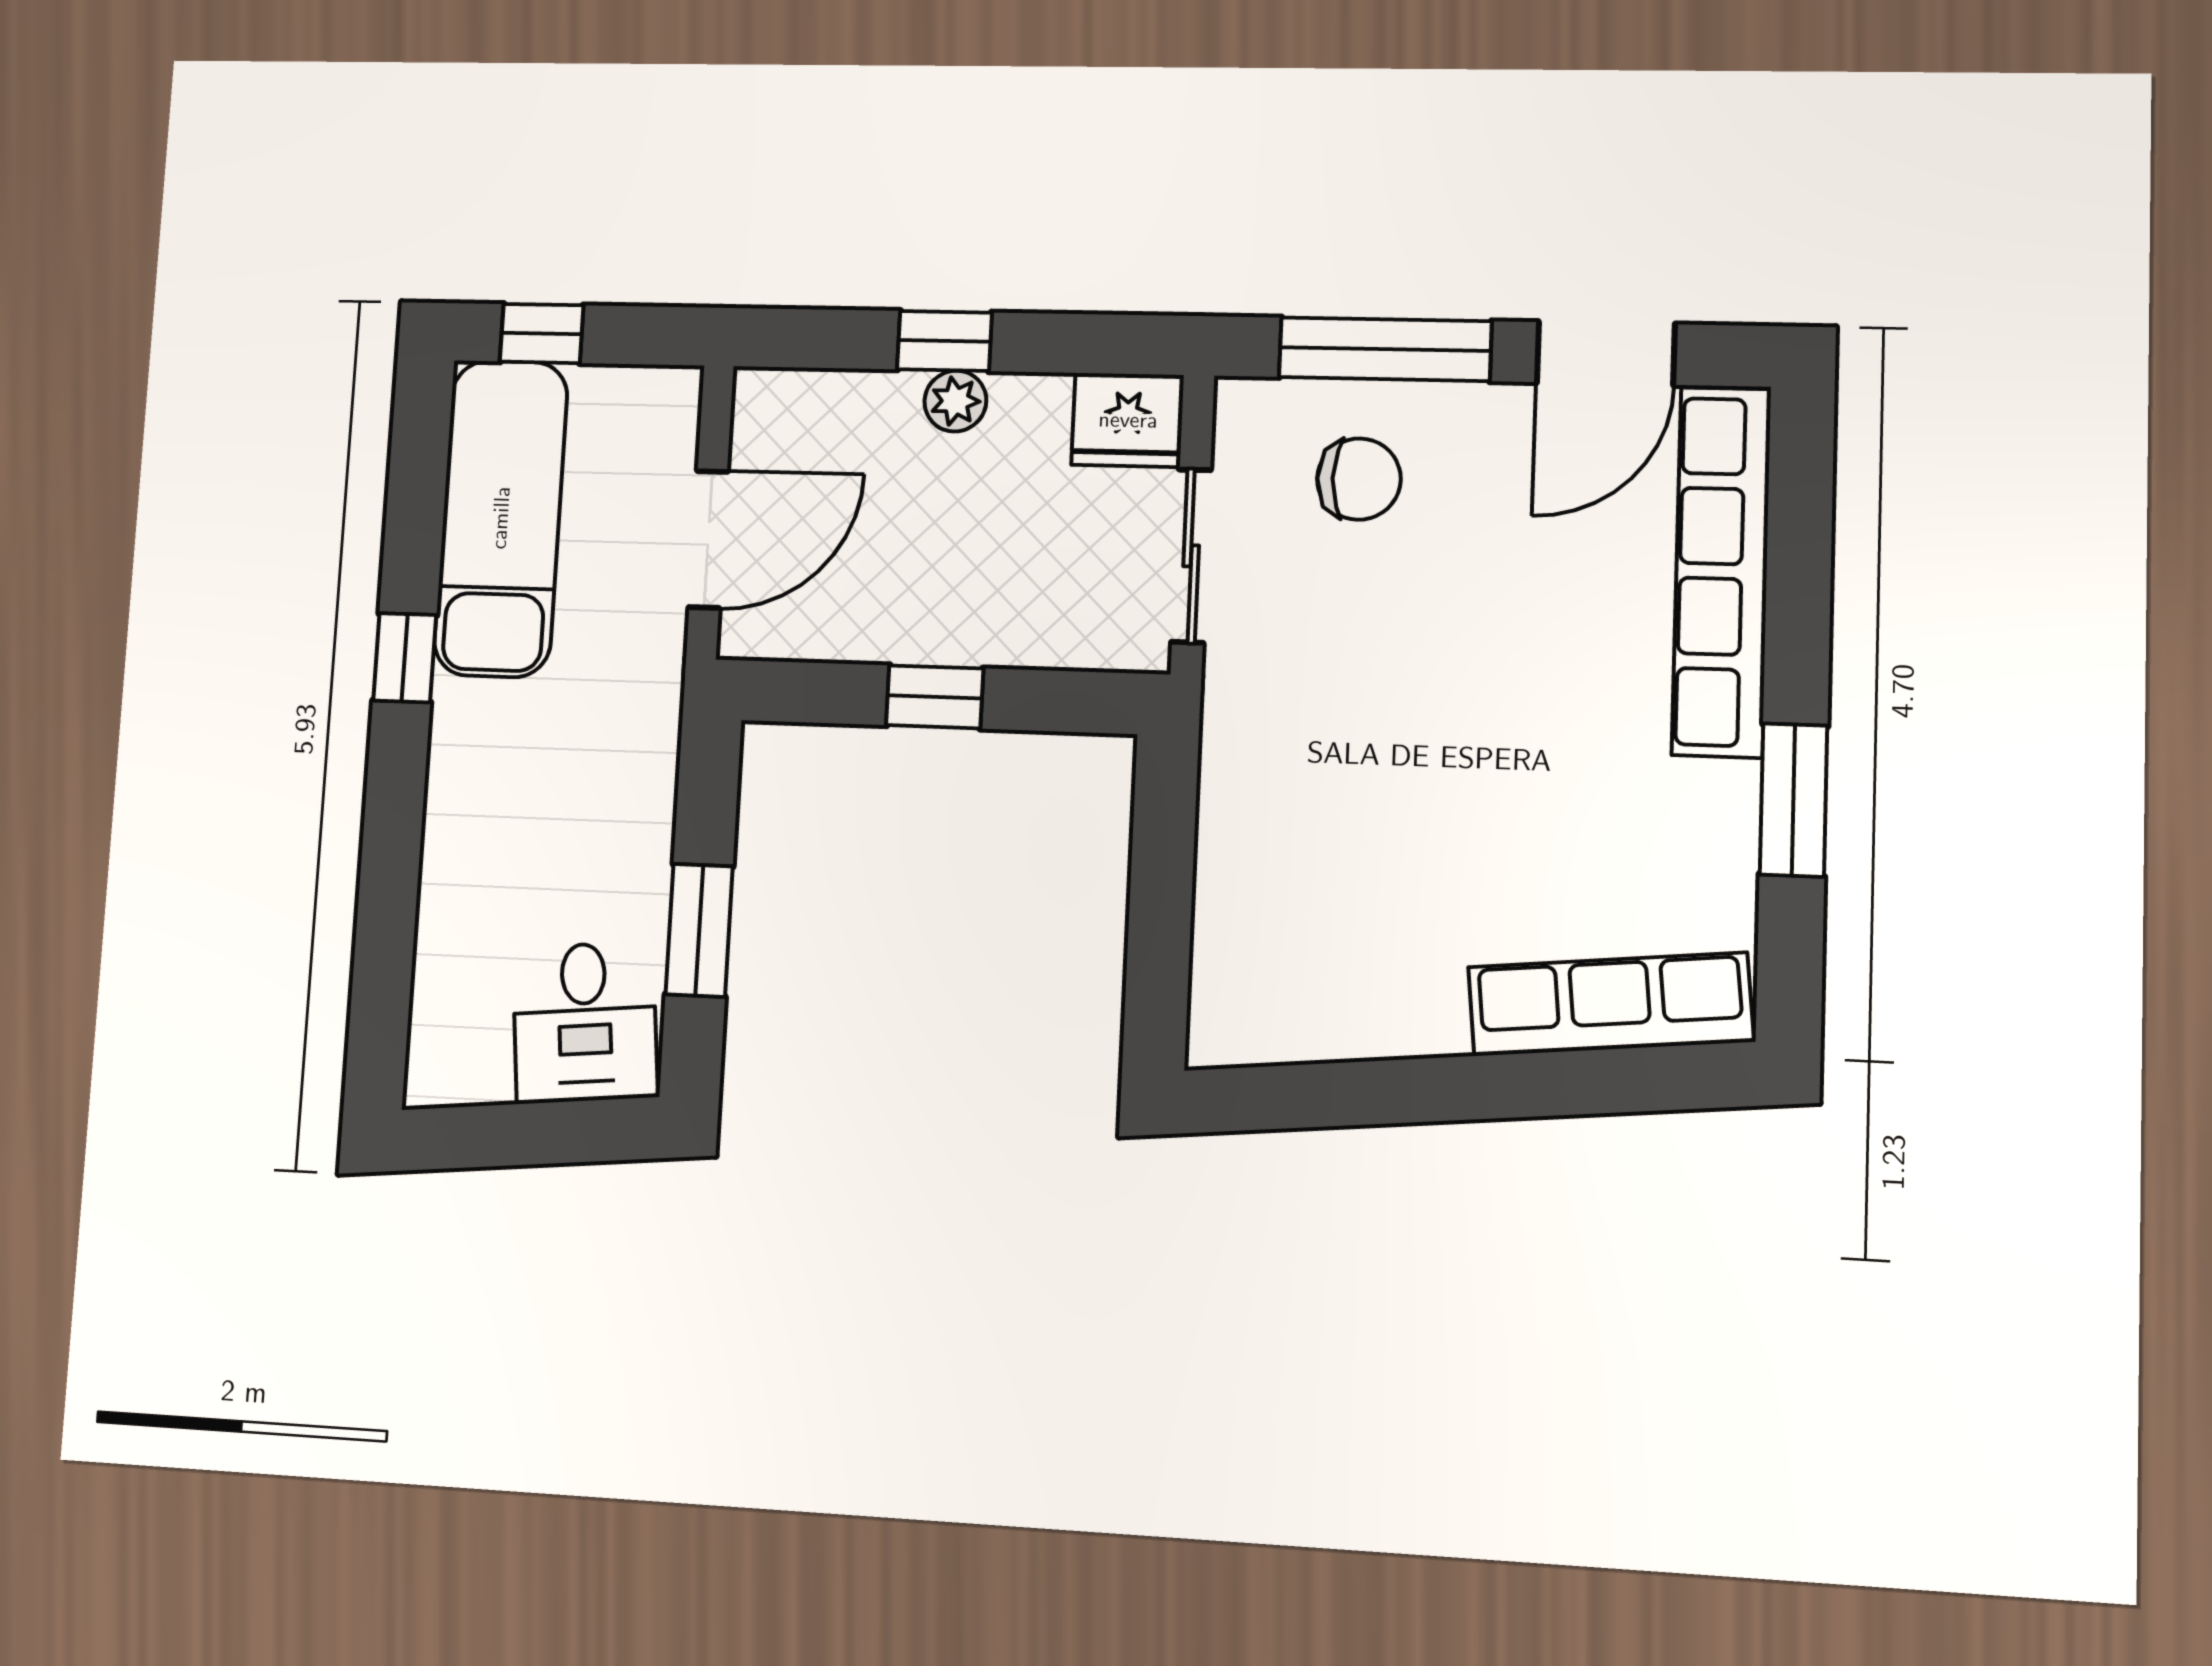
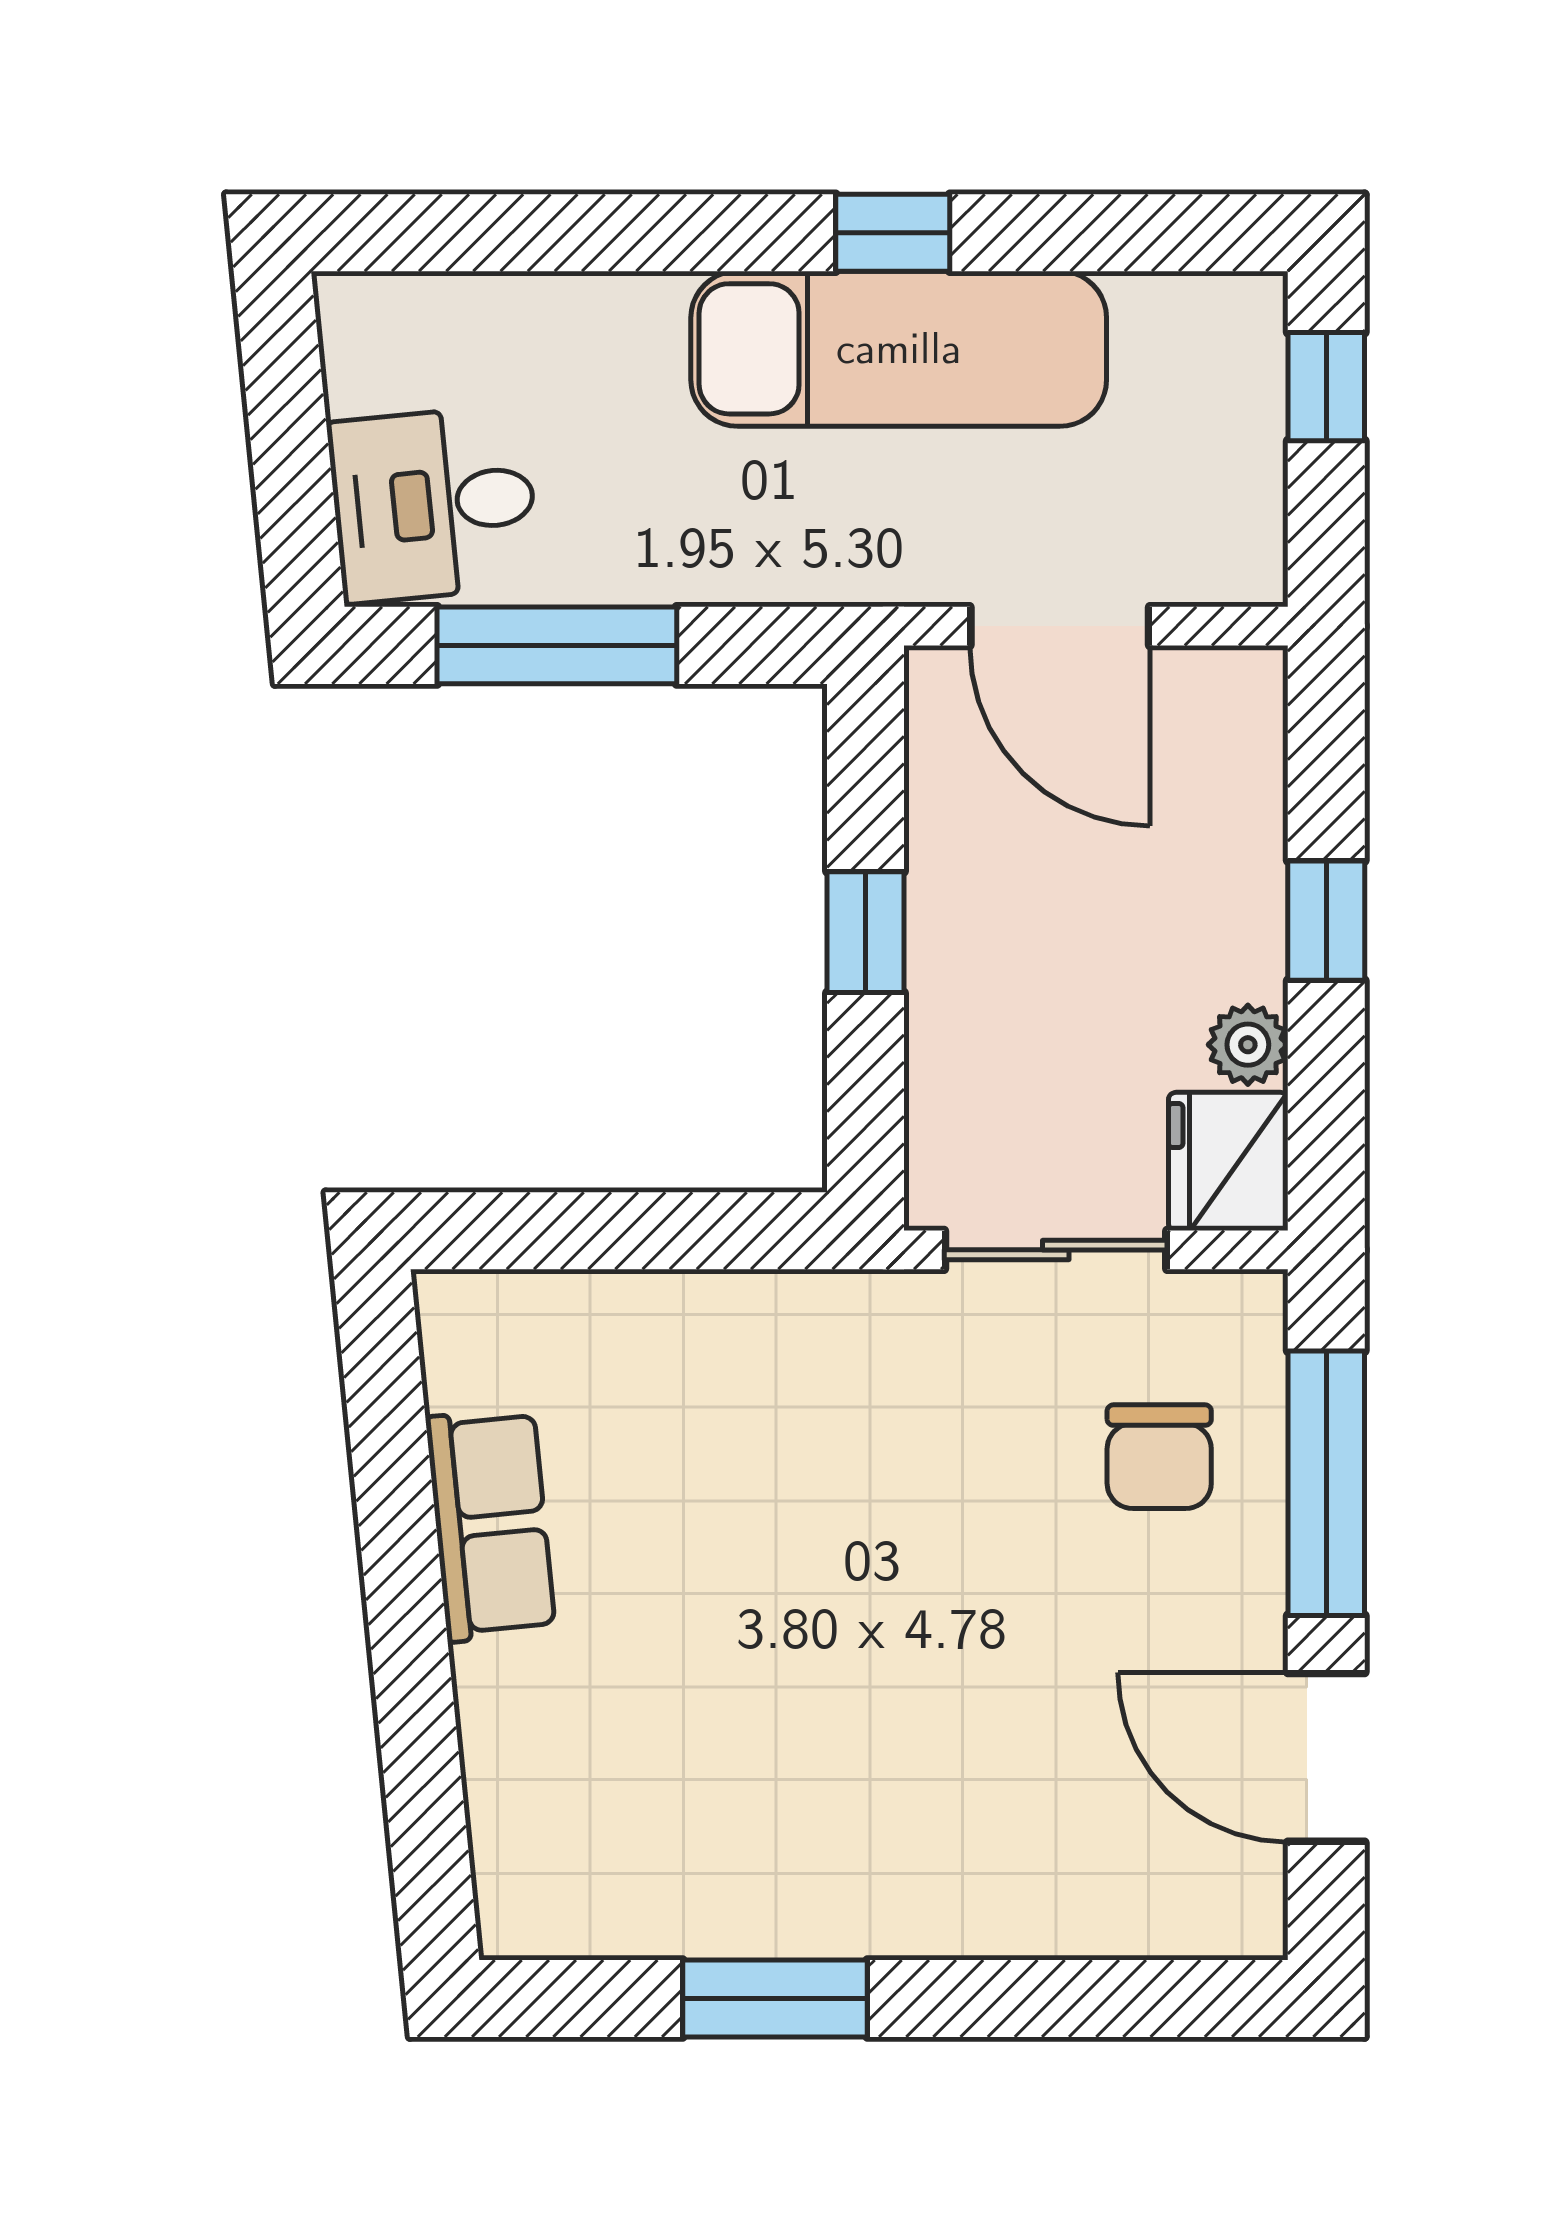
plant: (955, 401) -> (1248, 1045), moved
exam couch: (501, 518) -> (899, 349), moved
row of seats: (1721, 571) -> (1055, 1906), removed
window: (699, 930) -> (557, 645), width x1.44
row of seats: (1610, 1004) -> (490, 1525), moved, width x0.68

